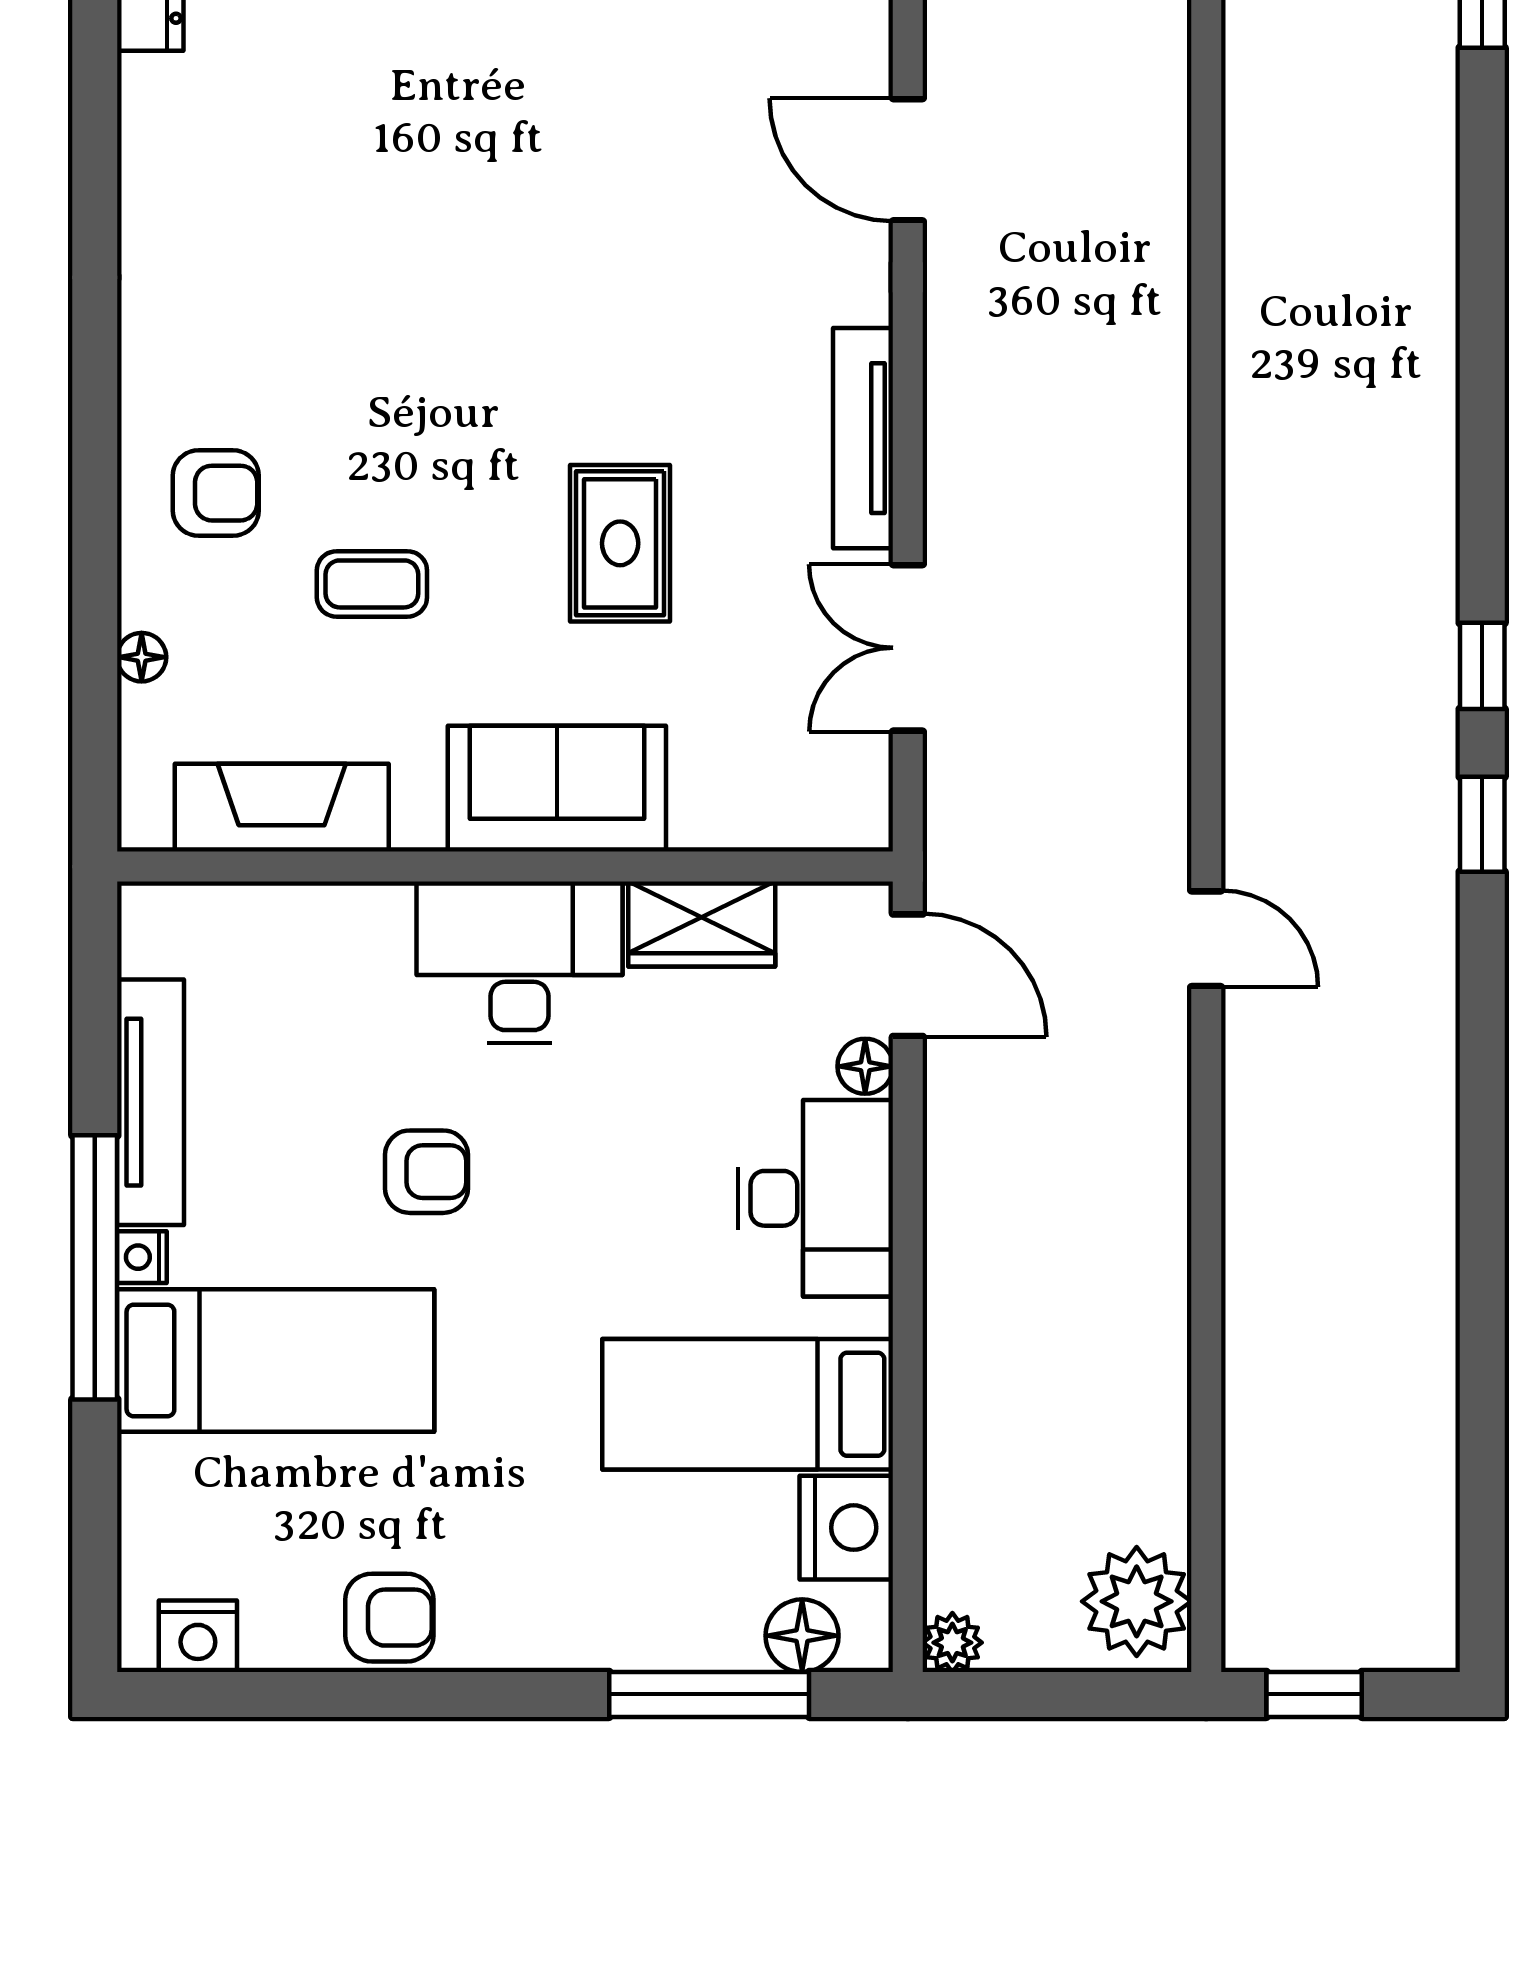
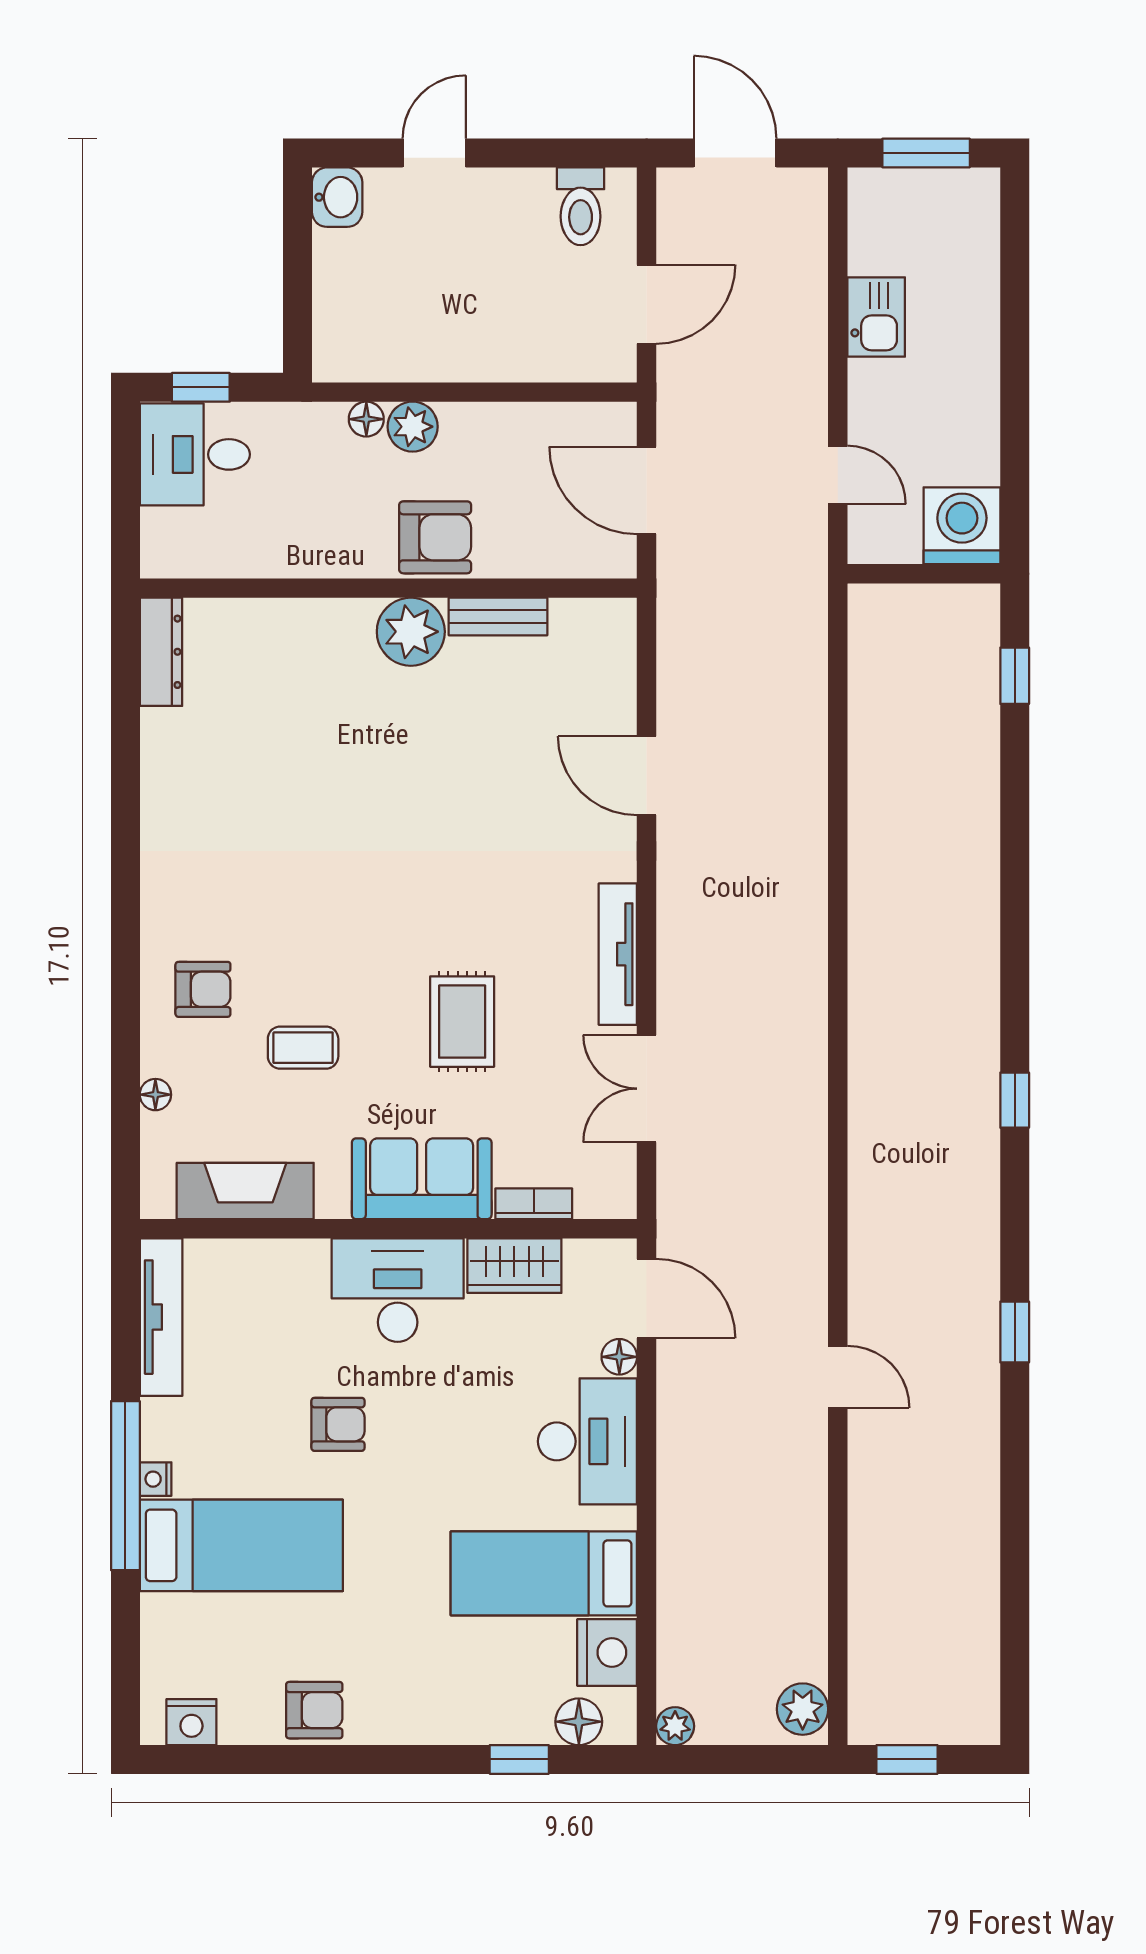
window: (1482, 824) -> (1015, 1332), moved
bookcase: (732, 828) -> (534, 1204), added
door: (1206, 939) -> (838, 1377), moved
tv unit: (150, 1102) -> (161, 1317), moved
plant: (1137, 1601) -> (803, 1709), width x0.73, depth x0.73
window: (709, 1694) -> (519, 1759), width x0.46

